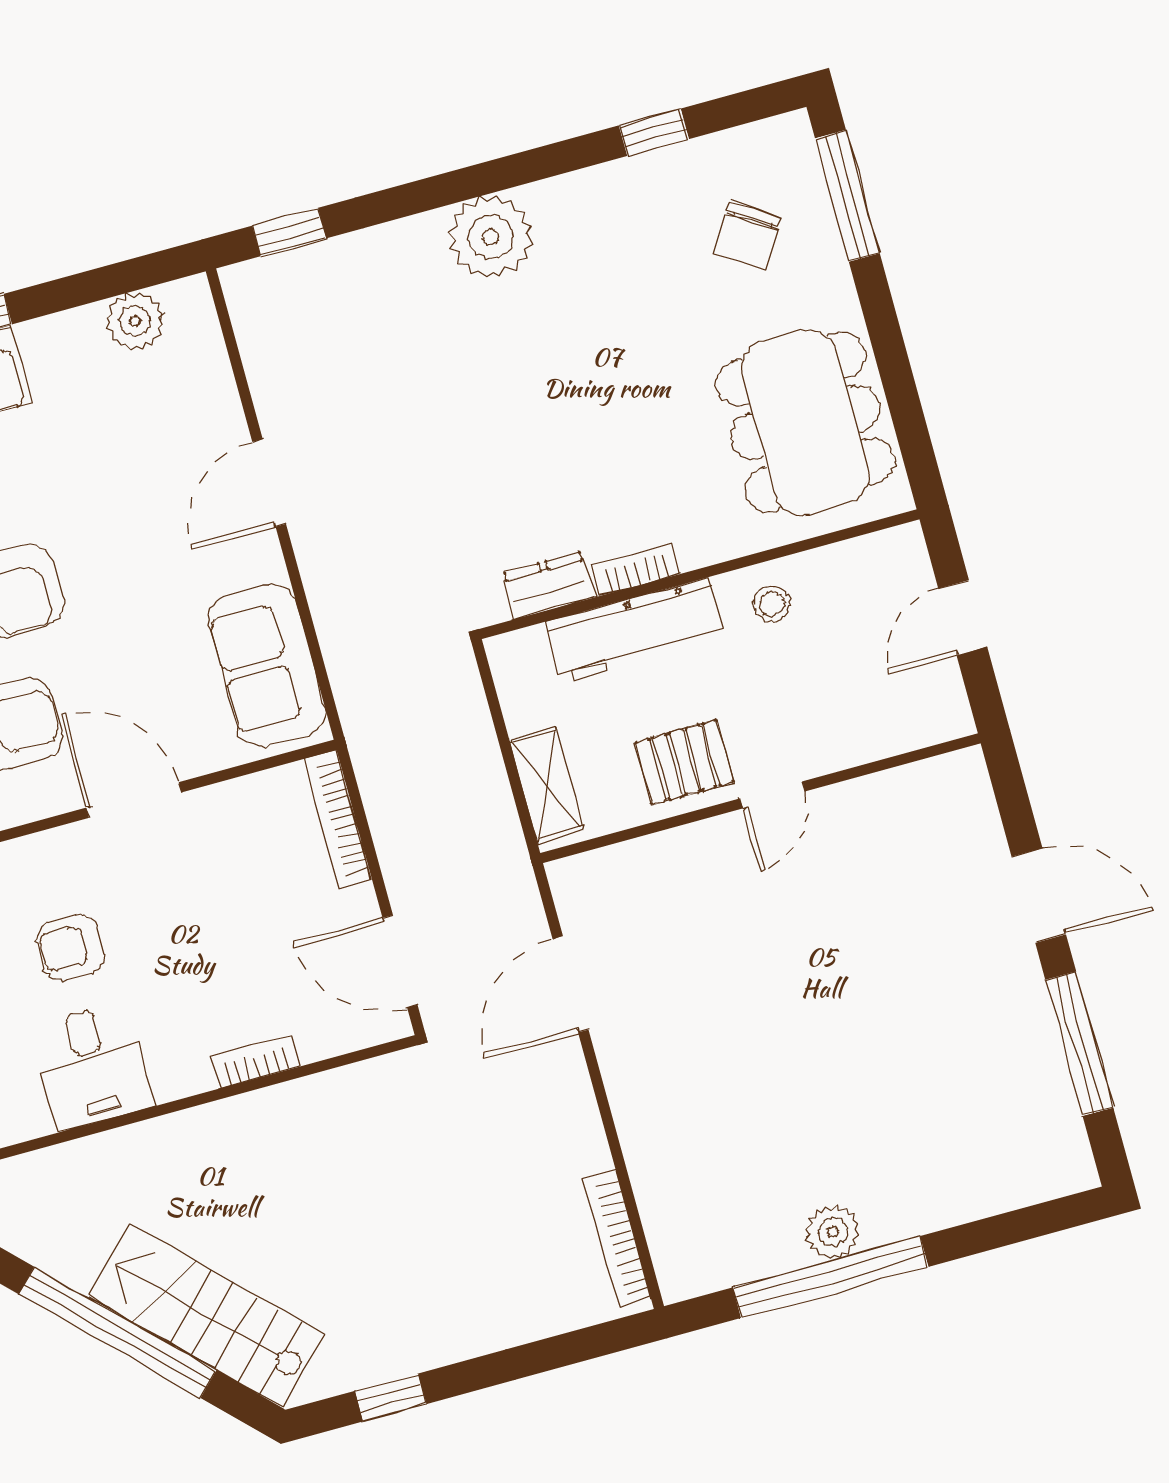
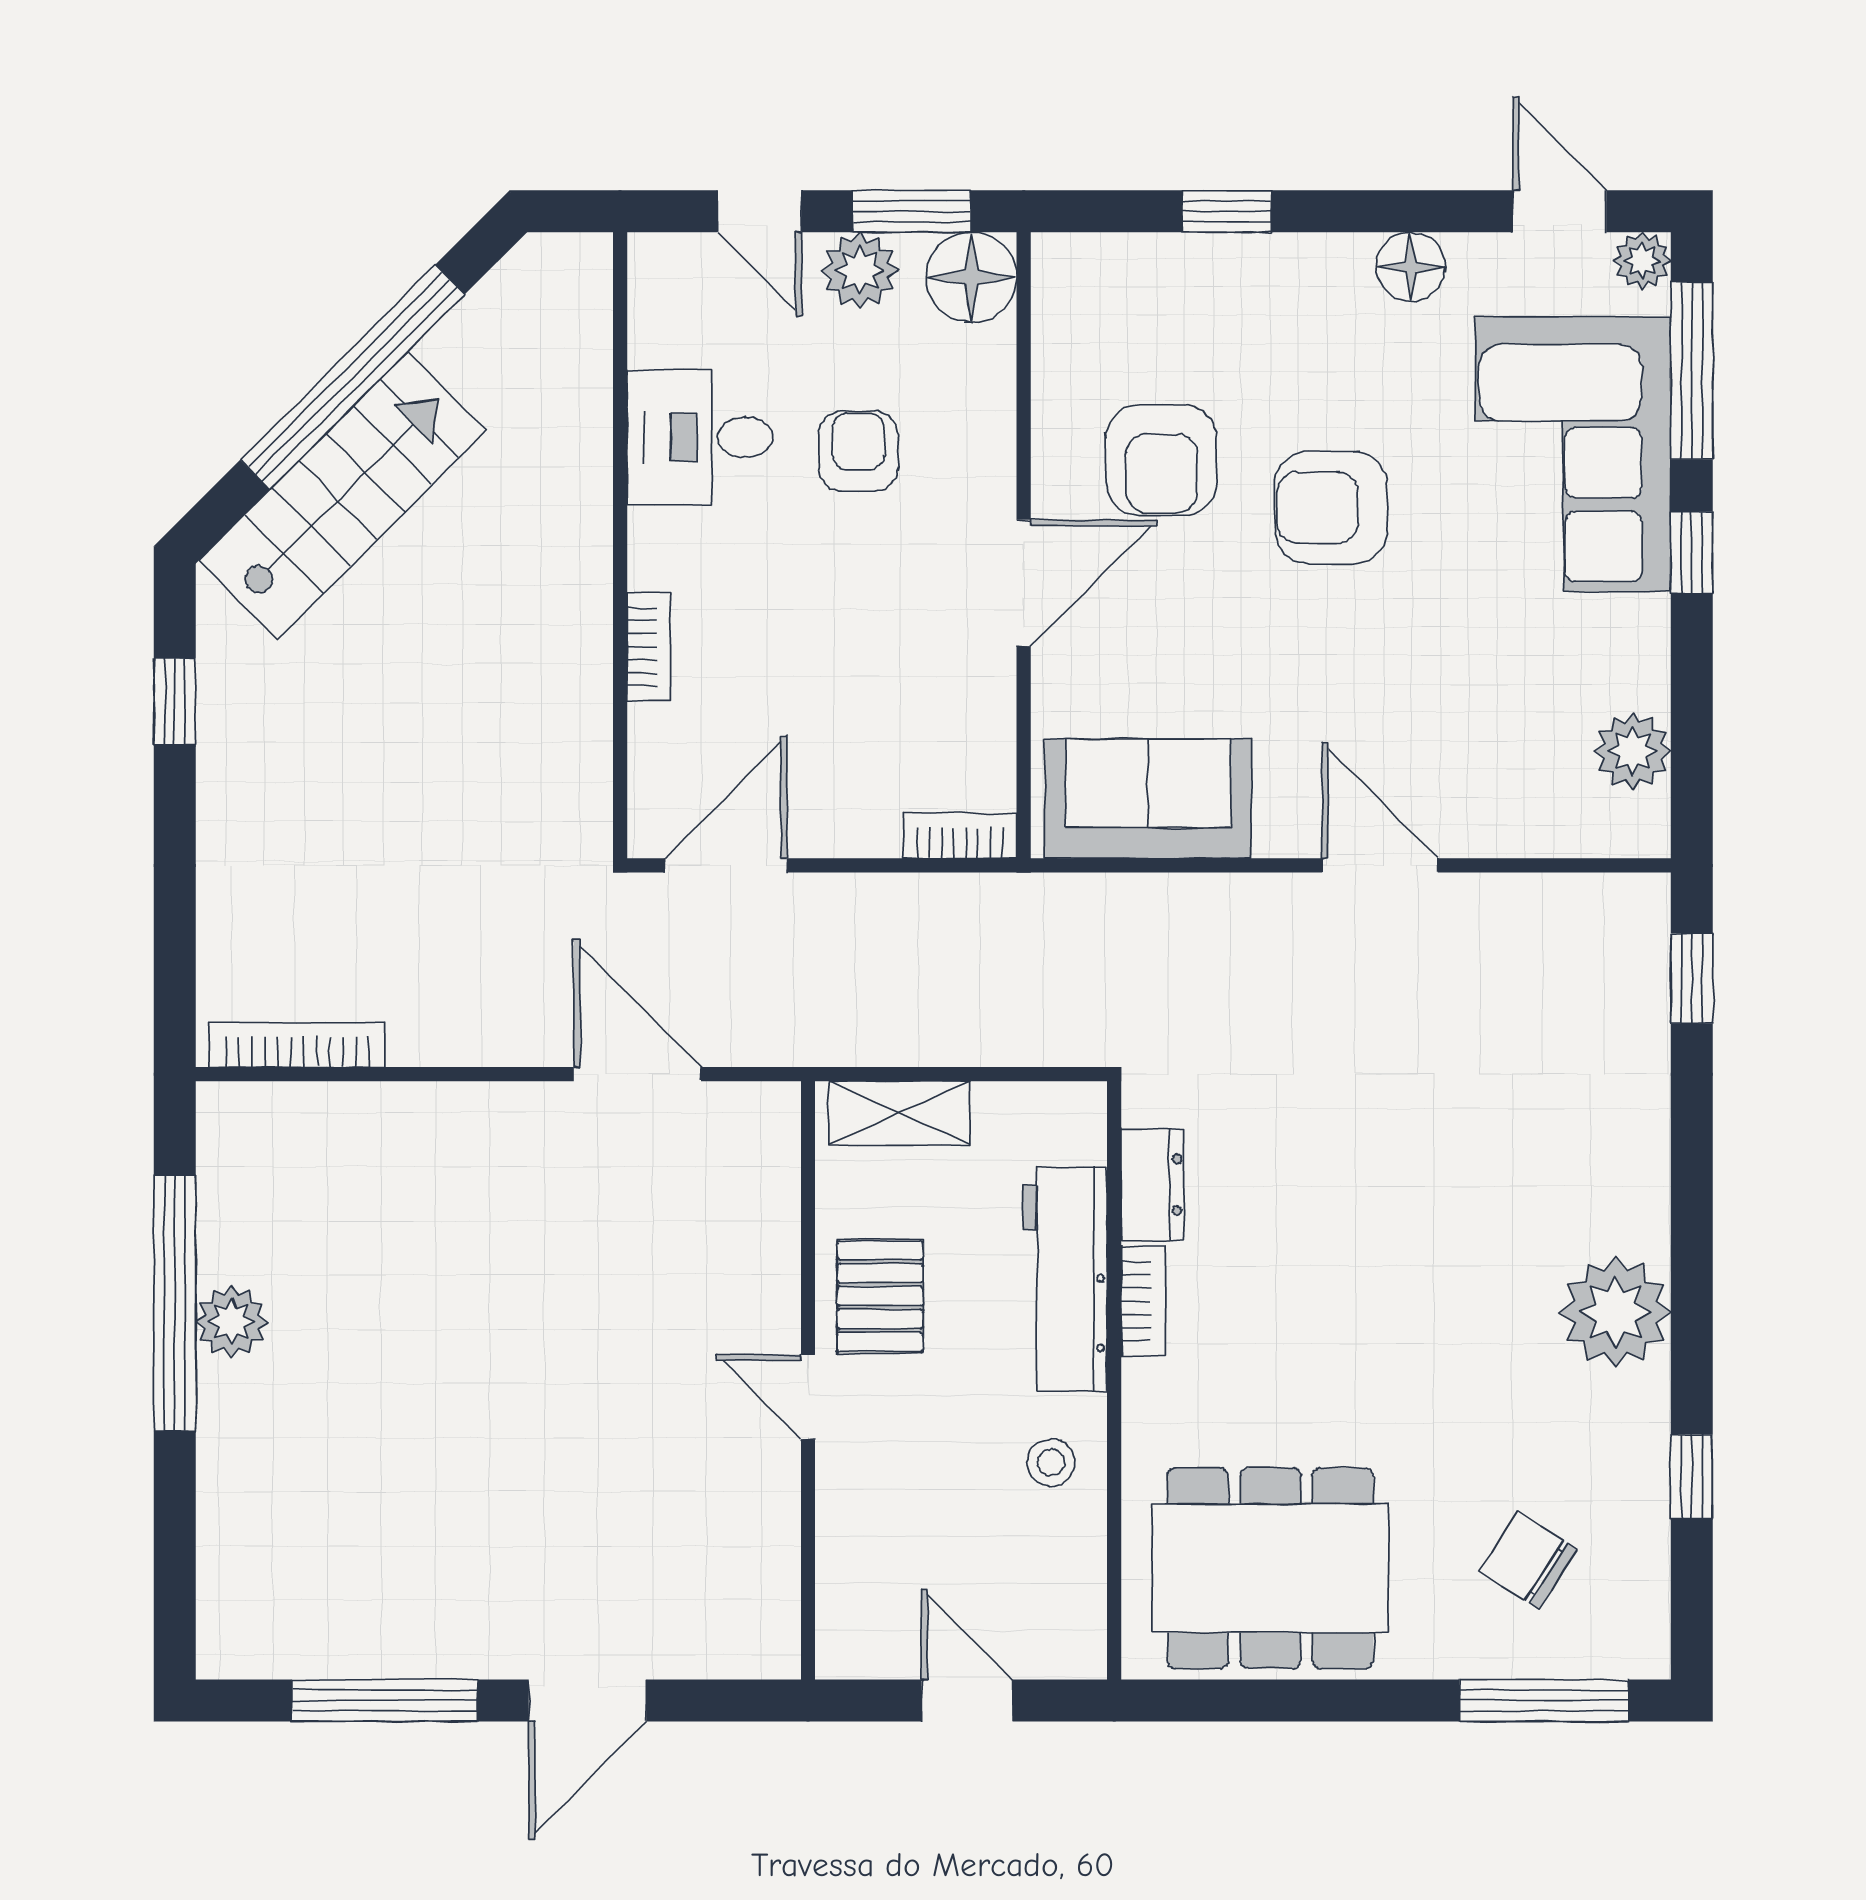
plant: (491, 237) -> (1615, 1312), moved
bookcase: (338, 819) -> (960, 836), width x0.64

